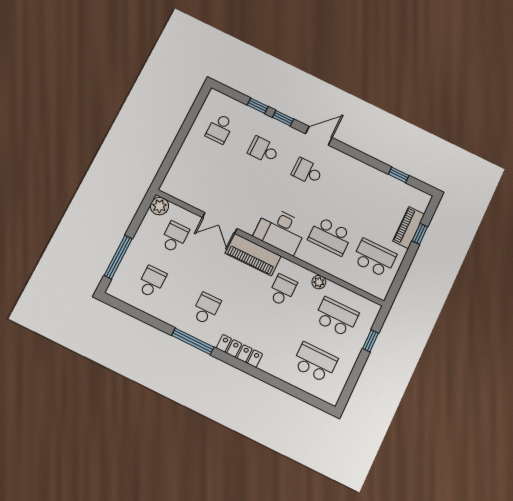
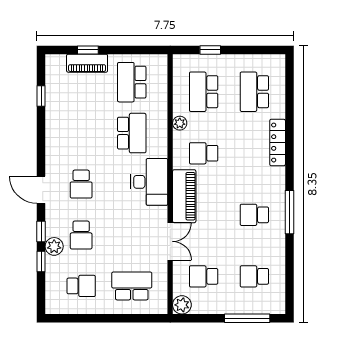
plant: (265, 123) -> (54, 246), added
school desk: (198, 171) -> (132, 286), added
locker: (239, 351) -> (278, 143), moved

